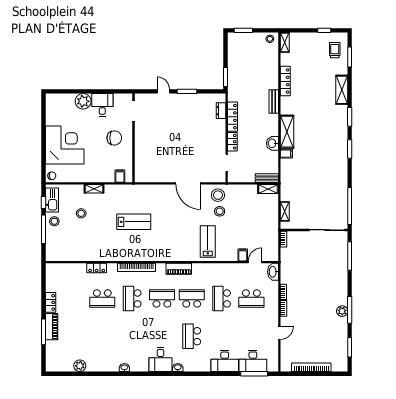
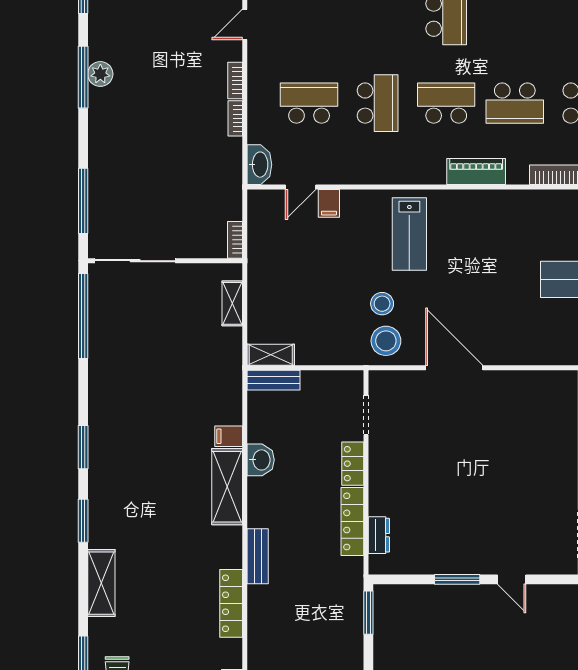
school desk: (192, 298) -> (446, 103), turned 180

